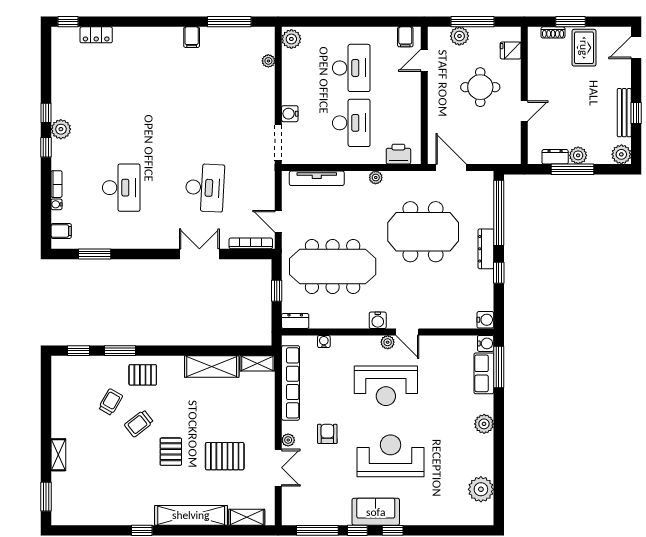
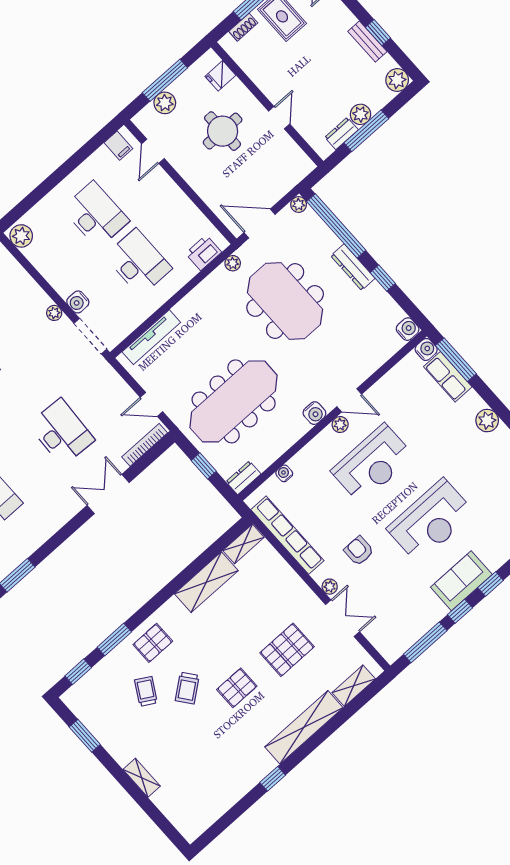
plant: (268, 61) -> (54, 313), moved
bench: (624, 113) -> (367, 42), width x0.73
plant: (376, 177) -> (233, 263), moved
plant: (487, 178) -> (299, 204), added
meeting table: (423, 232) -> (285, 301), turned 90
pallet: (171, 452) -> (237, 688), turned 90
reception desk: (391, 456) -> (431, 521), turned 180
window: (46, 497) -> (85, 736), moved

